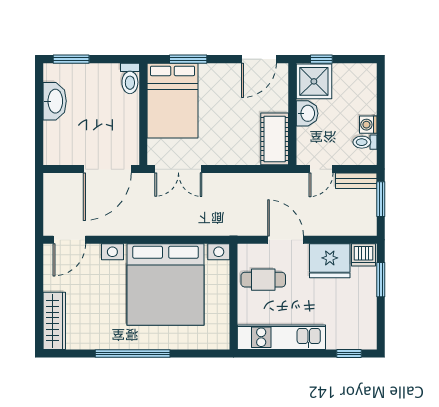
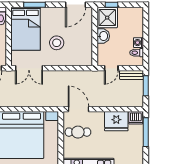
stool: (226, 125) -> (57, 43), added
cot: (275, 139) -> (84, 51), removed
door: (286, 240) -> (78, 109), moved
window: (381, 280) -> (146, 132), width x1.44

